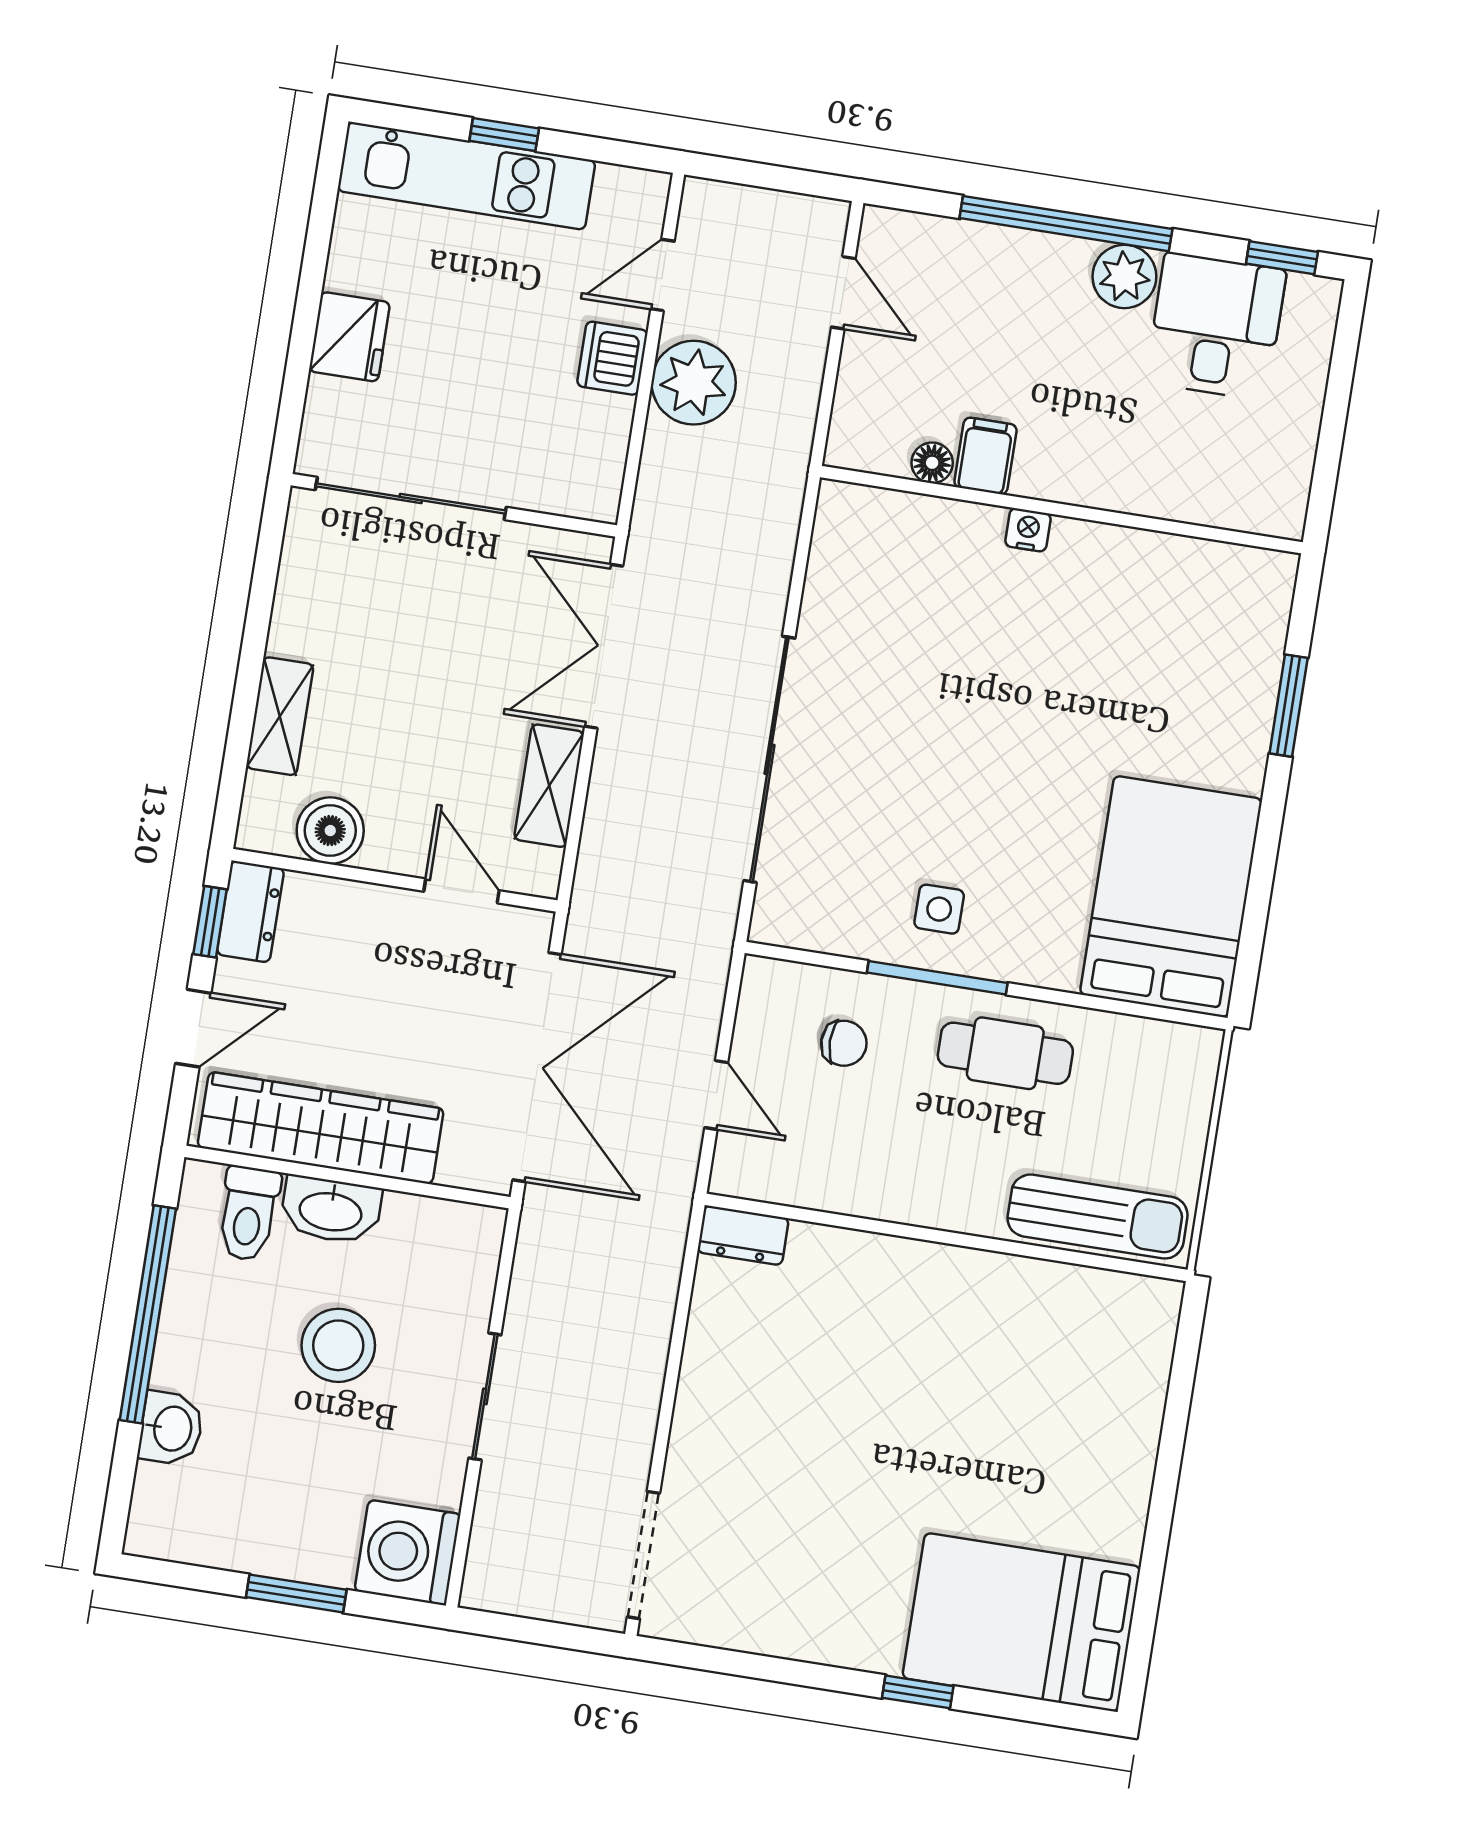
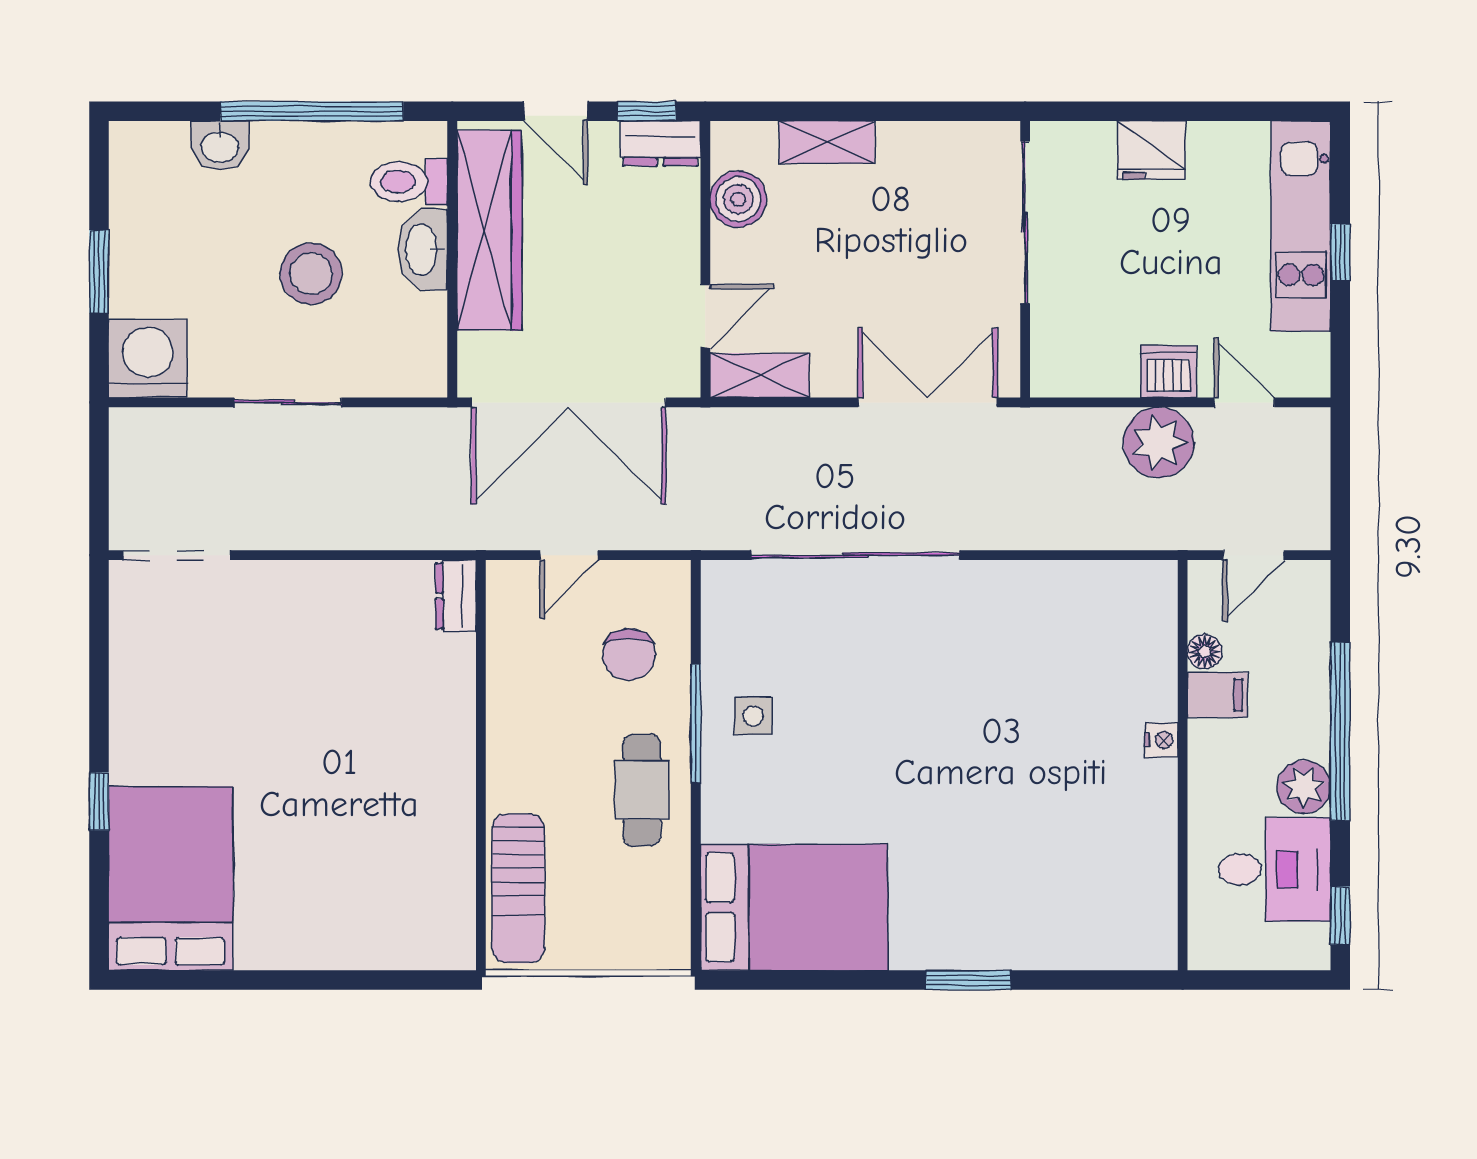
filing cabinet: (985, 456) -> (1217, 695), moved
floor lamp: (932, 463) -> (1205, 651), moved
wall: (1061, 510) -> (1183, 765), moved
nightstand: (1028, 530) -> (1161, 740), moved
shelving: (549, 786) -> (760, 375), moved
chair: (844, 1043) -> (629, 655), width x1.37, depth x1.37

